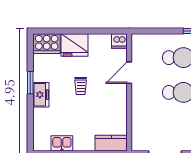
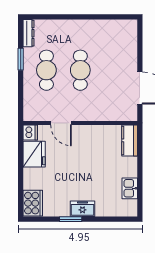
fridge: (75, 45) -> (34, 154), moved
trolley: (81, 86) -> (74, 170), removed

